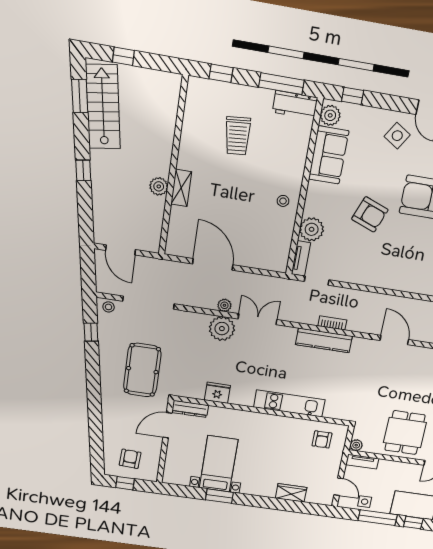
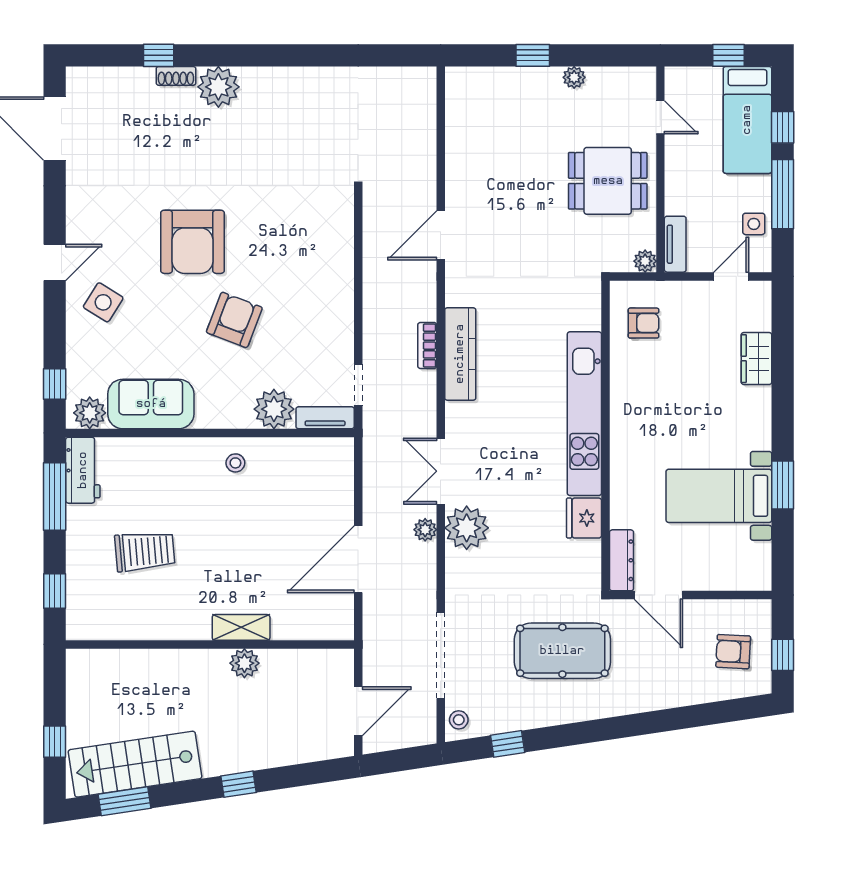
kitchen unit: (289, 403) -> (584, 414), width x1.36

